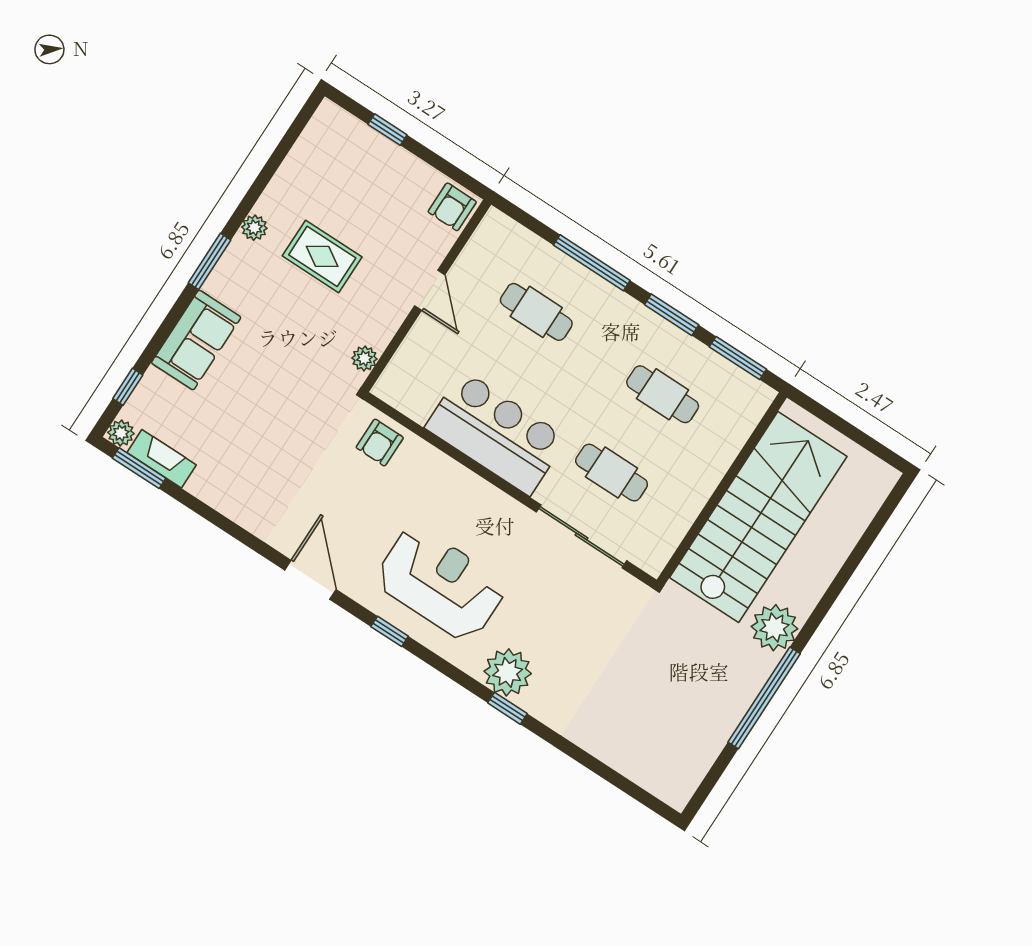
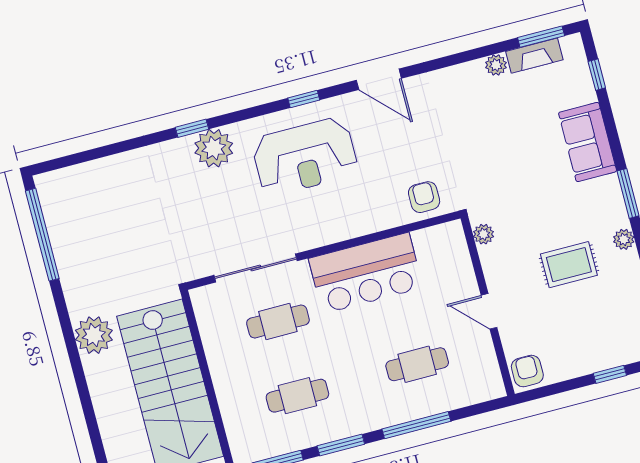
plant: (121, 433) -> (496, 65), moved
window: (764, 698) -> (42, 235), moved

